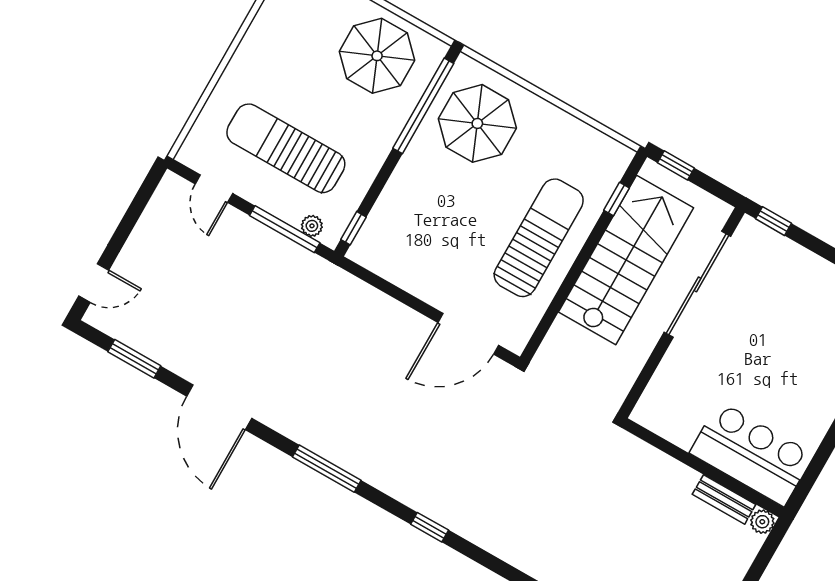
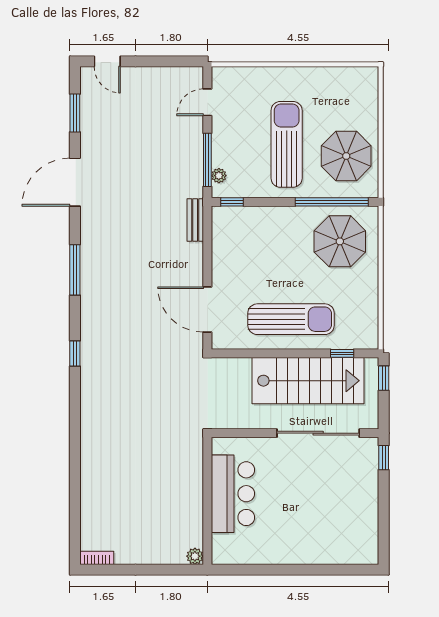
sun lounger: (286, 148) -> (287, 144), moved
bar counter: (752, 454) -> (233, 494), moved
bench: (724, 499) -> (195, 220), moved

